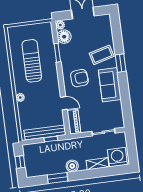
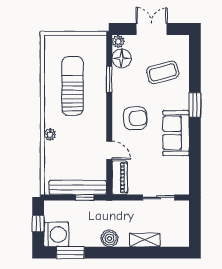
coffee table: (102, 55) -> (163, 72), moved
washing machine: (117, 157) -> (56, 234), moved, turned 90
window: (57, 178) -> (70, 253), moved

